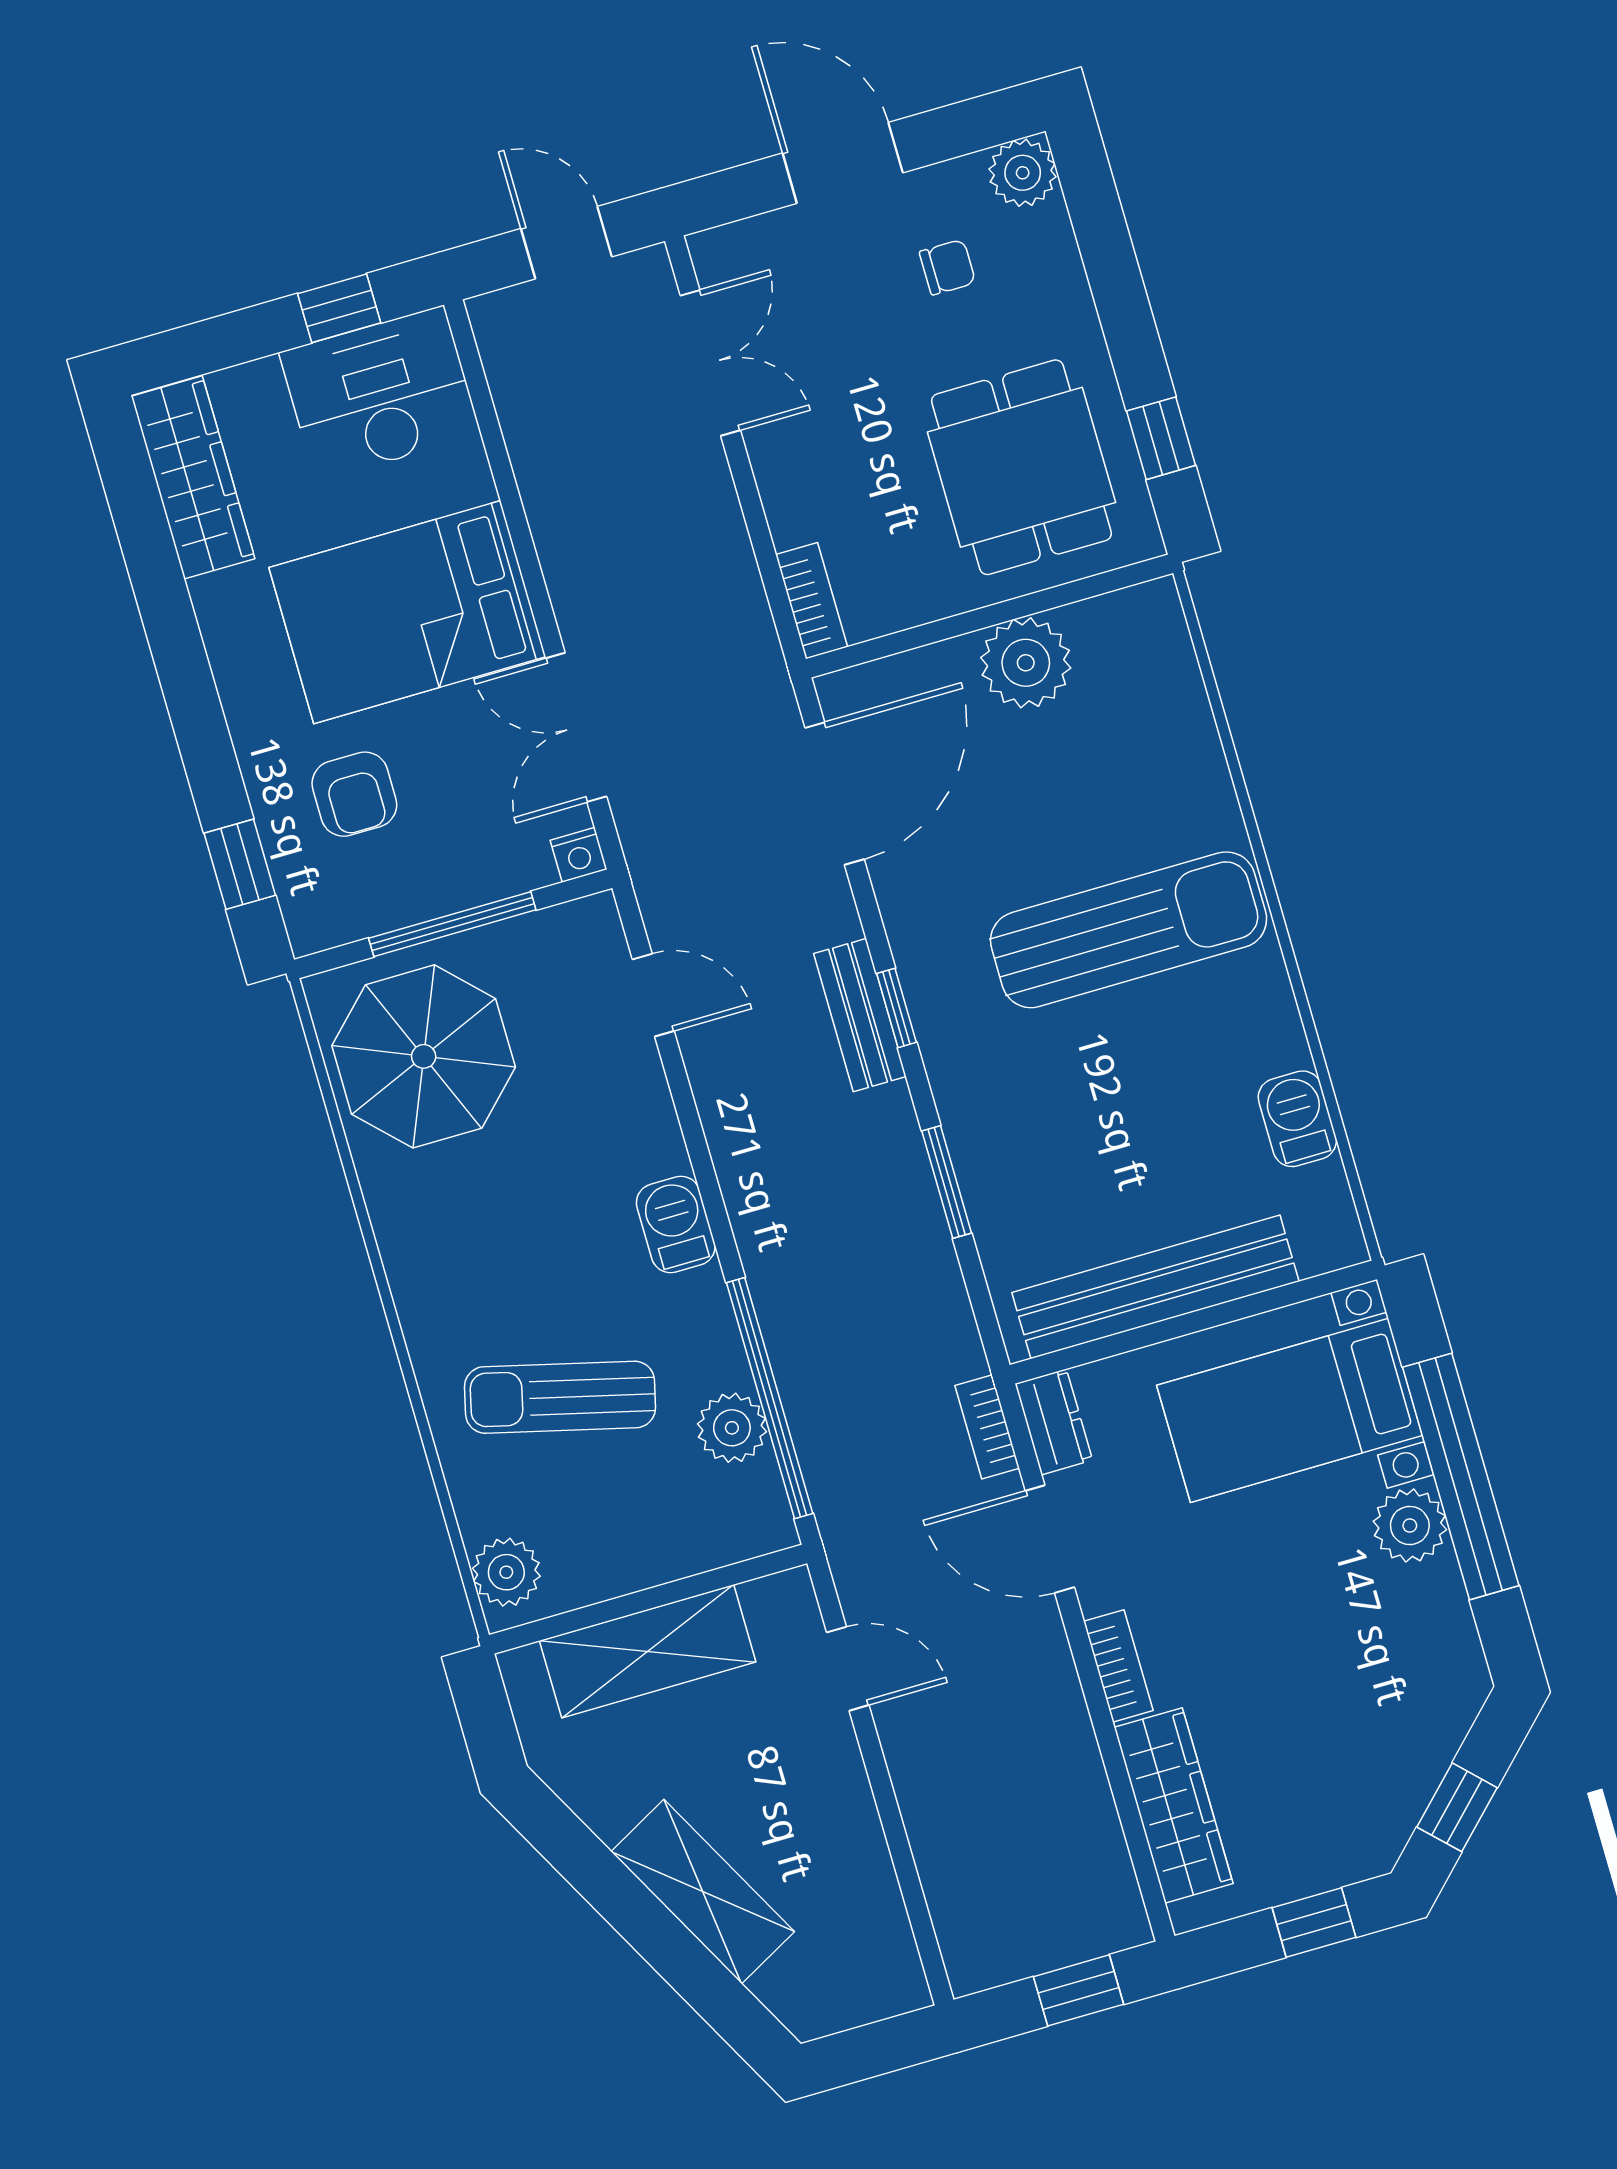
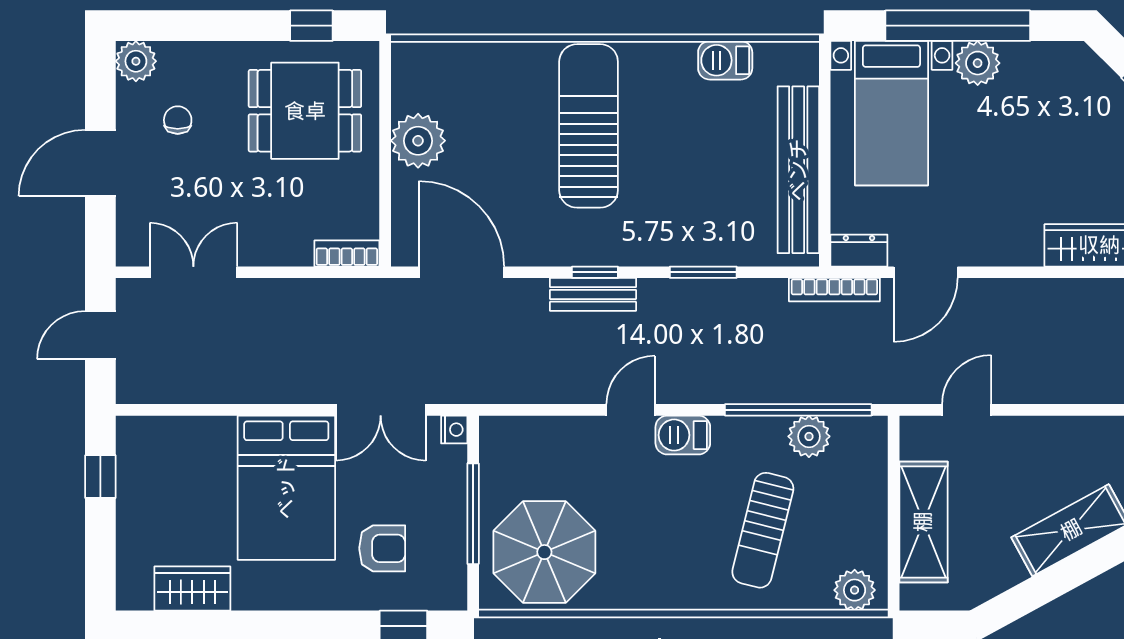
desk: (380, 394) -> (156, 467), removed
wardrobe: (193, 477) -> (192, 589), width x0.67
door: (653, 995) -> (631, 410), moved
bookcase: (987, 1427) -> (834, 290), width x1.56
bookcase: (1118, 1666) -> (1010, 254), removed

